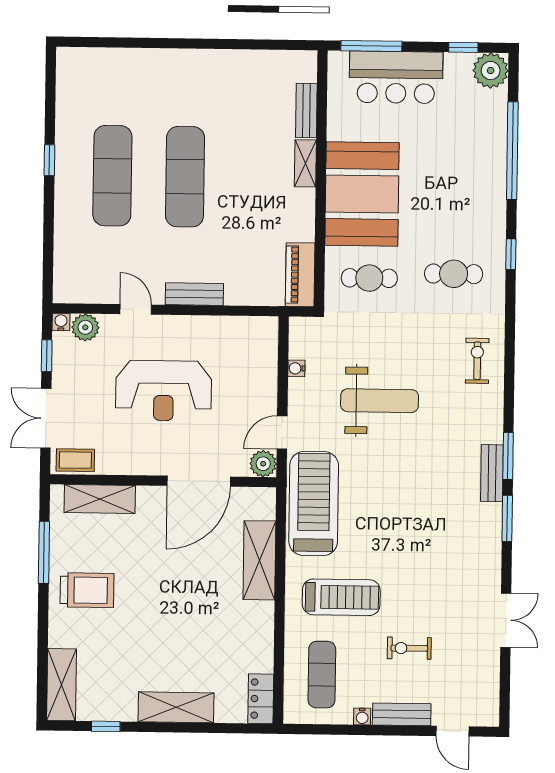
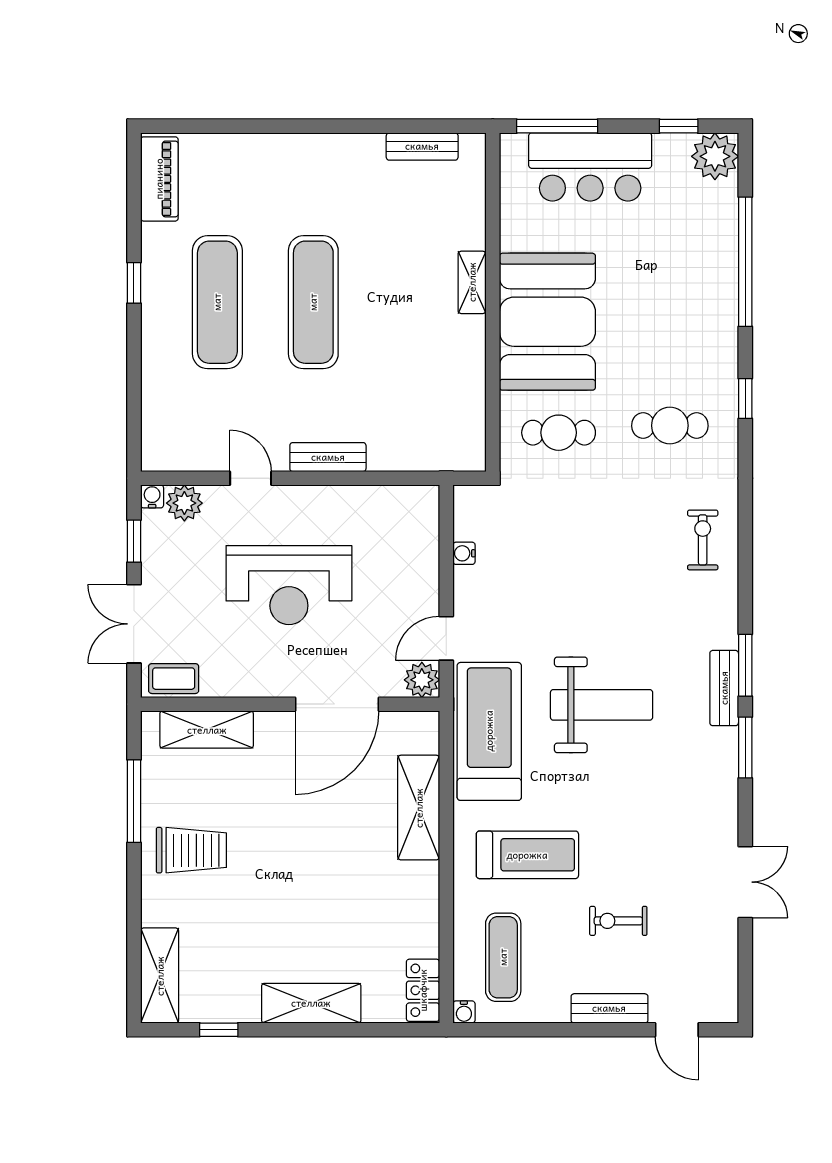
bench: (306, 111) -> (422, 146), moved, turned 90
piano: (300, 275) -> (159, 179), moved, turned 180
weight bench: (380, 401) -> (602, 705), moved
water cooler: (362, 717) -> (464, 1012), moved

